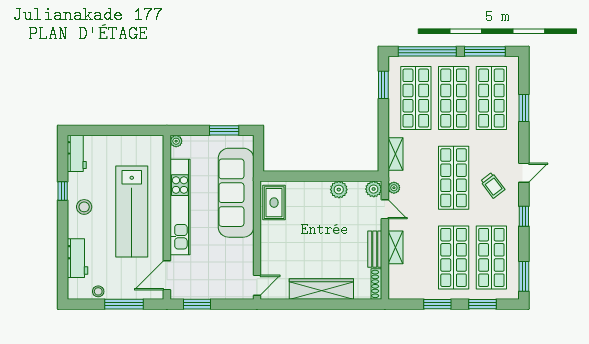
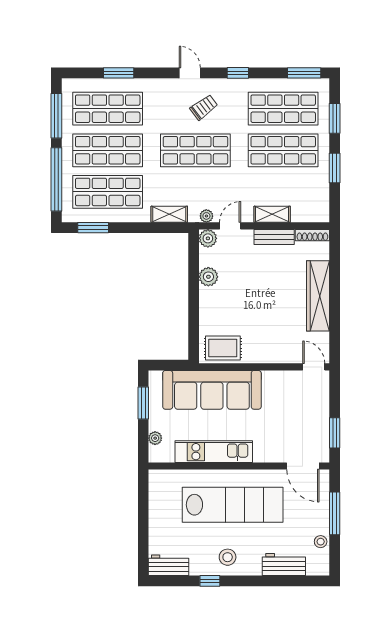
plant: (176, 141) -> (155, 438), moved
kitchen unit: (180, 207) -> (214, 452), width x0.73

